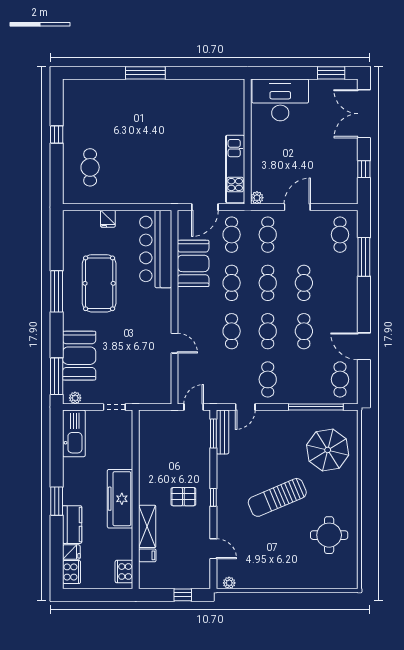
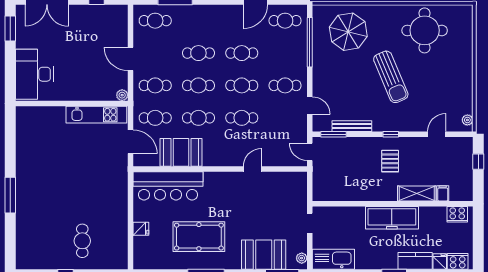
cafe table: (90, 167) -> (82, 241), moved, turned 90
bench: (222, 432) -> (352, 126), moved
round table: (329, 535) -> (425, 30), width x1.36, depth x1.36

